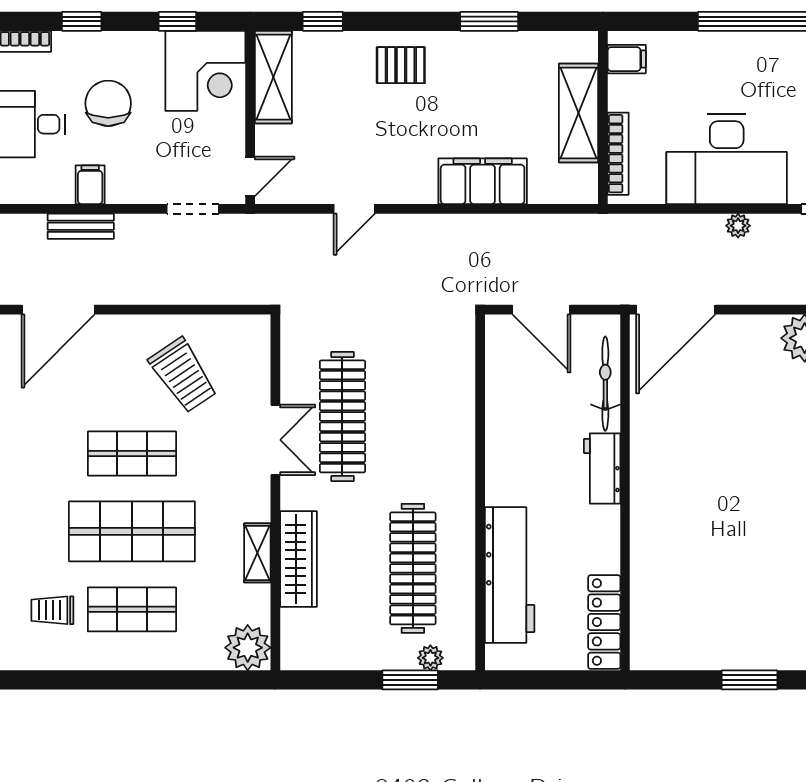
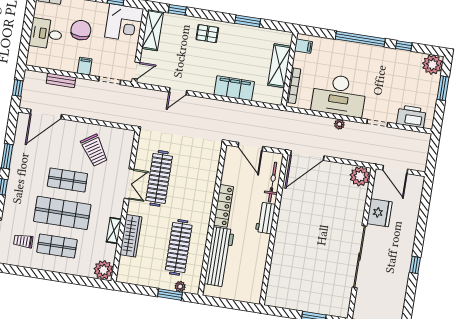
filing cabinet: (90, 185) -> (85, 66), moved
locker: (604, 622) -> (223, 206), moved, turned 180

